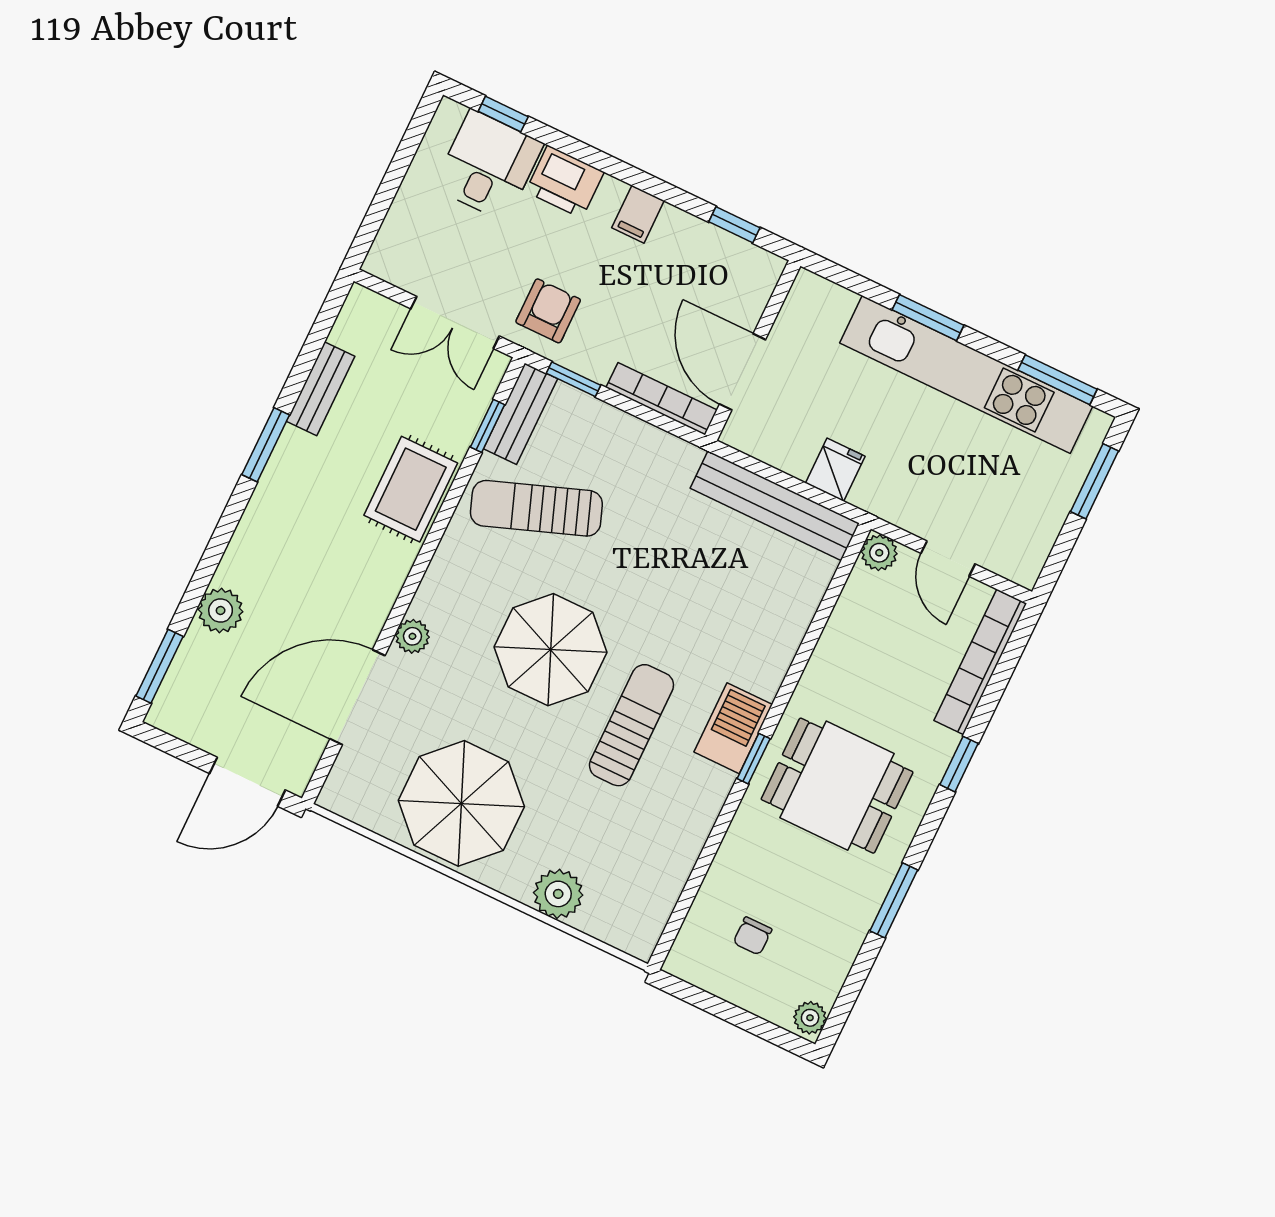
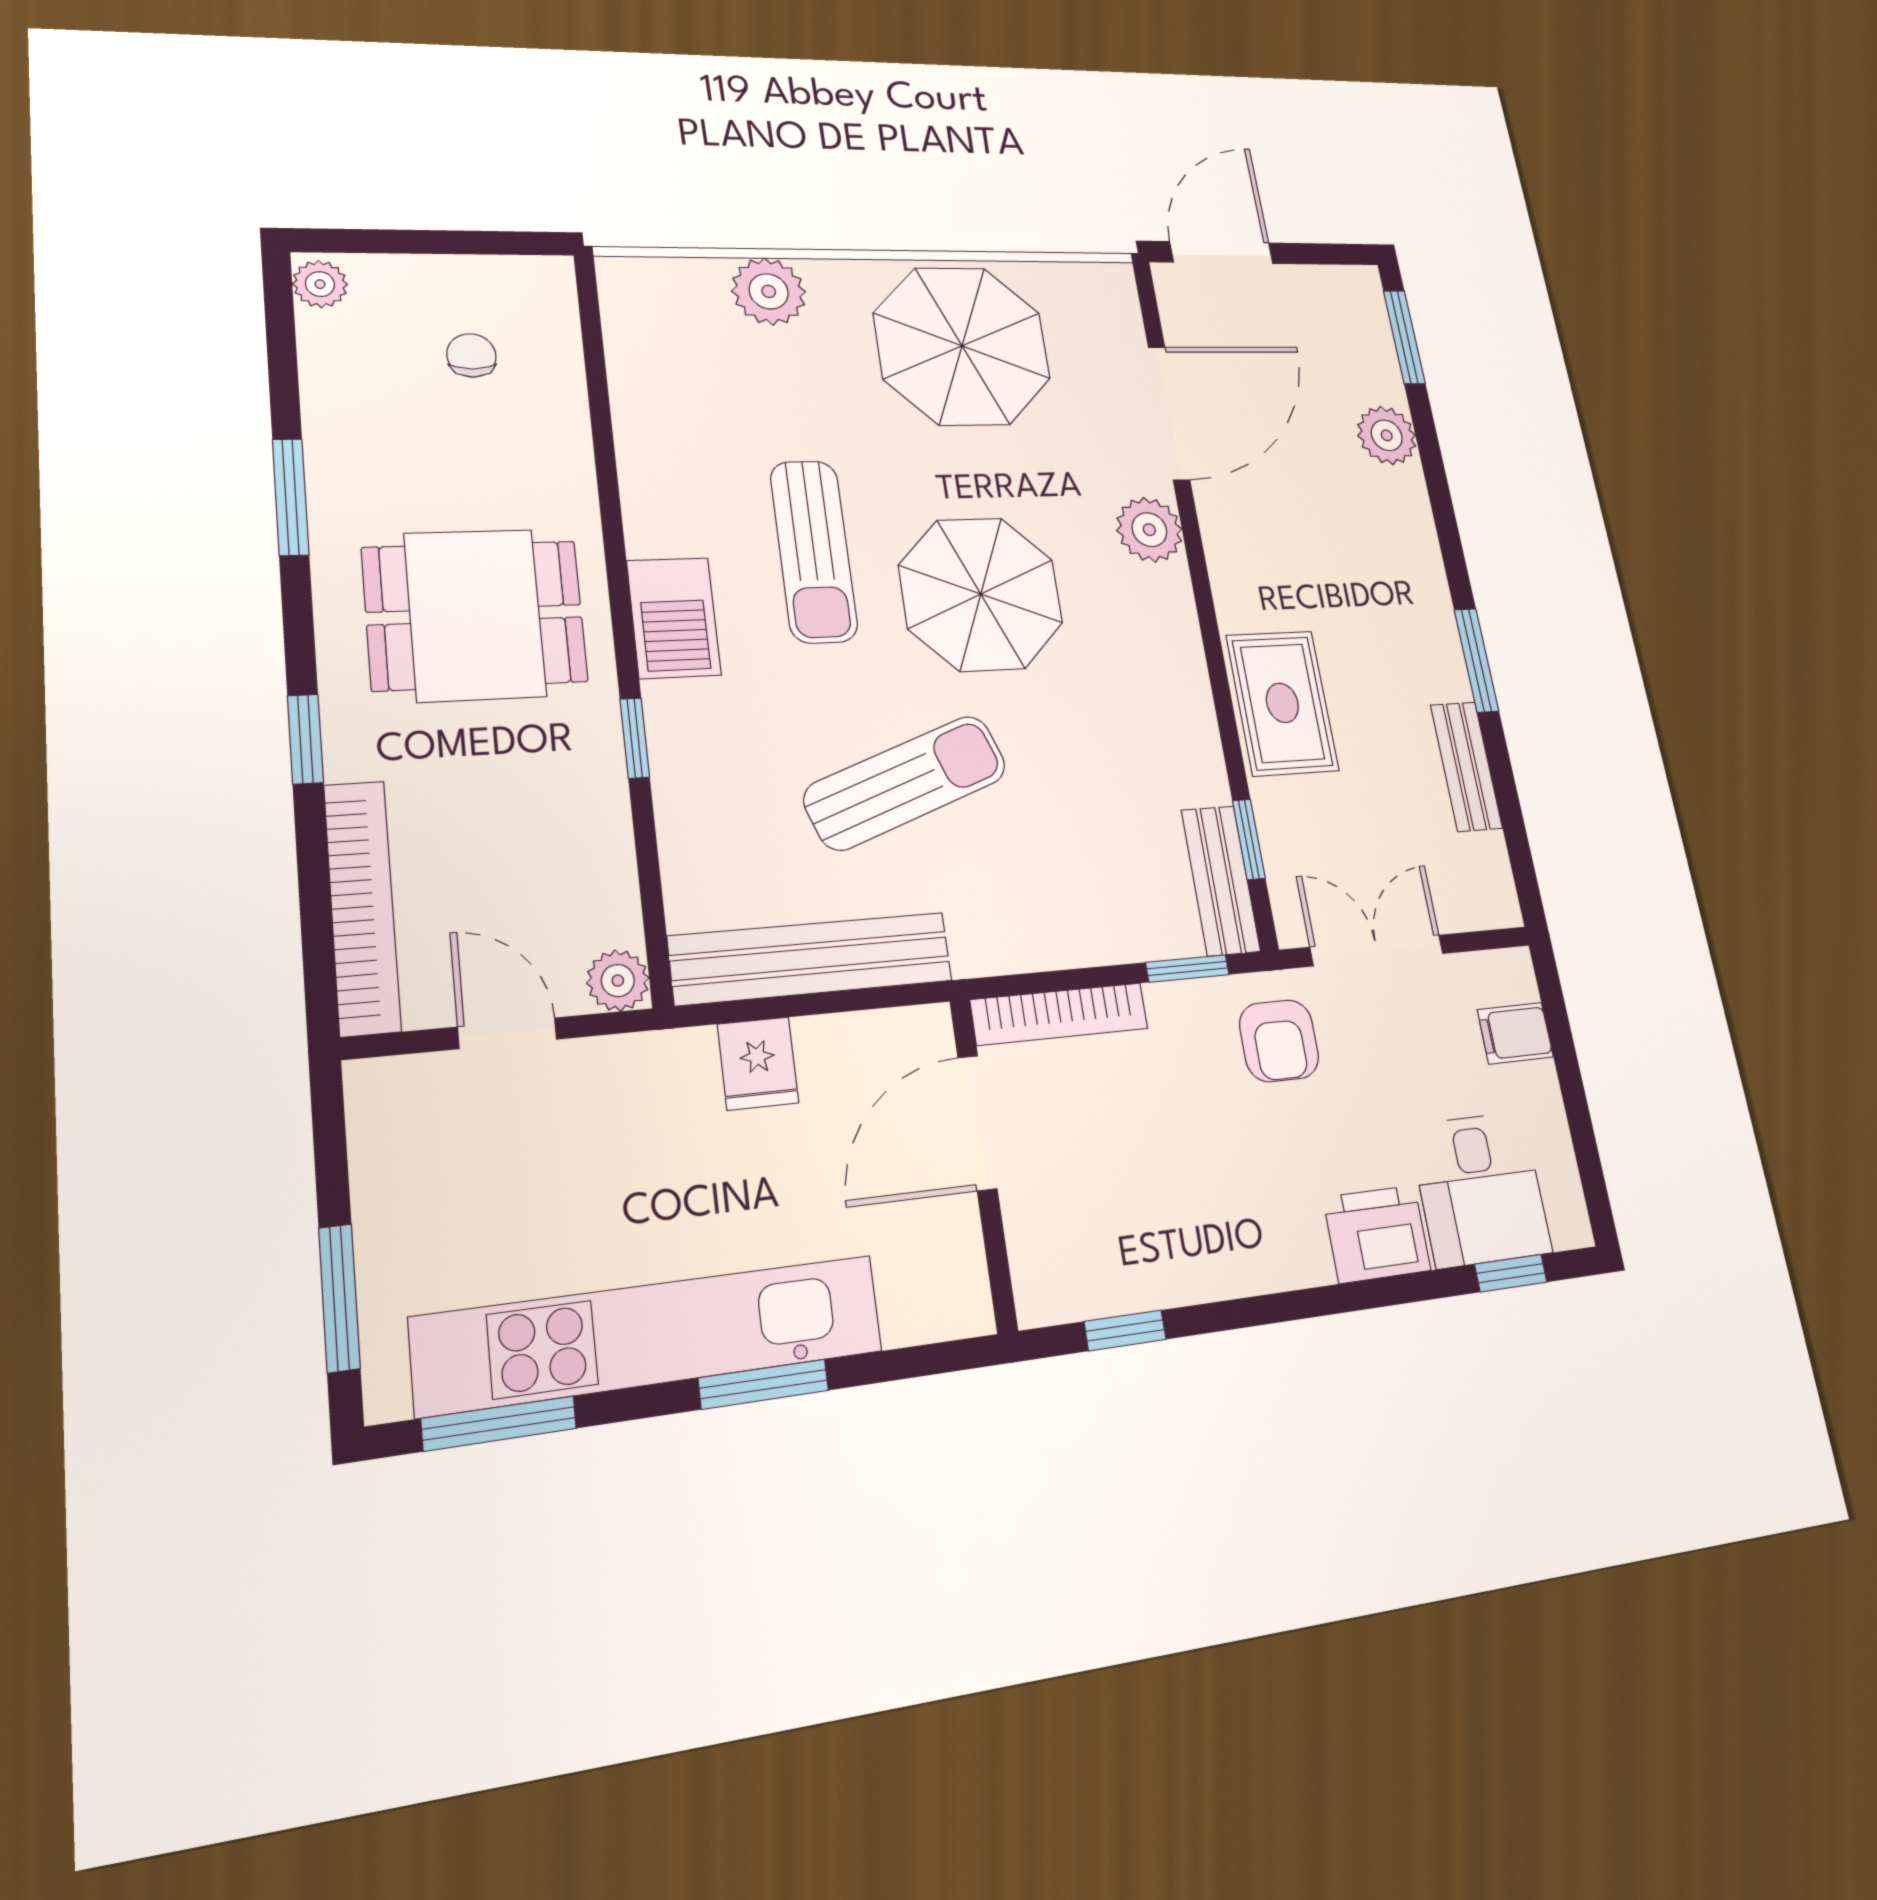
filing cabinet: (638, 214) -> (1515, 1033), moved, turned -90
door: (742, 372) -> (977, 1123), swing flipped
sun lounger: (536, 508) -> (906, 783), moved
plant: (412, 636) -> (1149, 530), width x1.38, depth x1.38
window: (754, 759) -> (635, 738), moved

